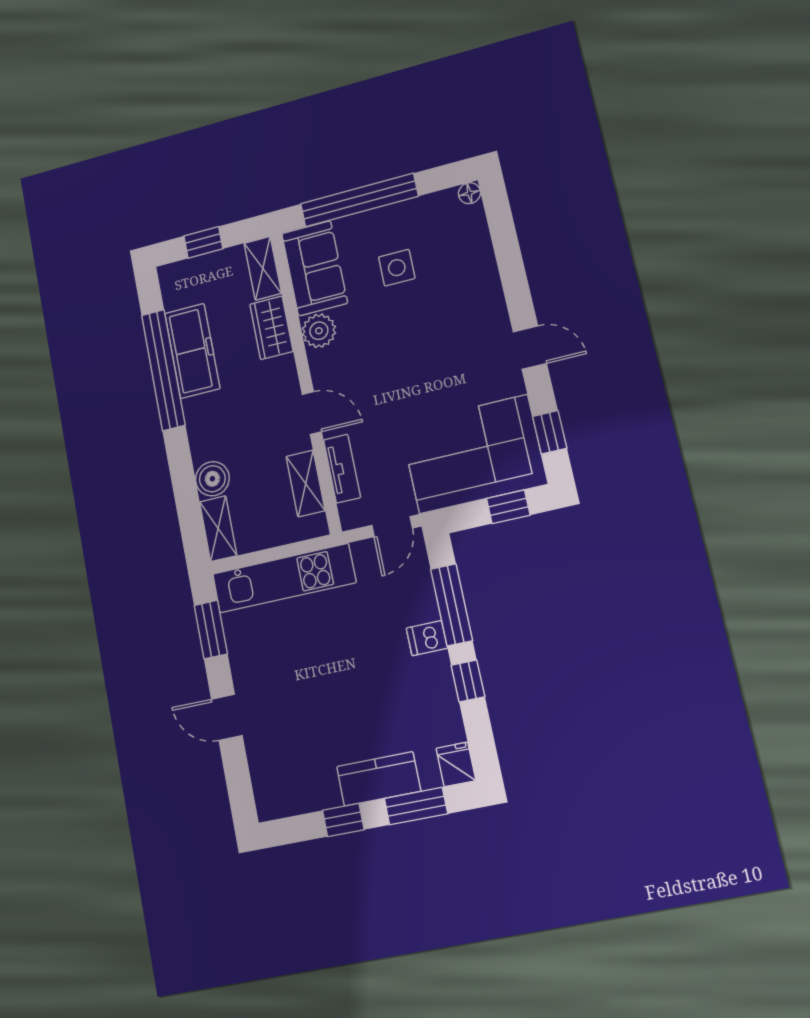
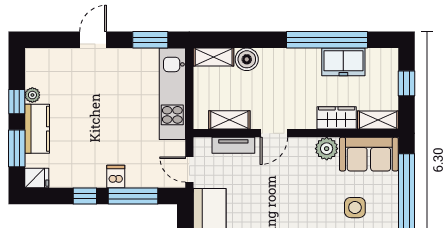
freezer: (192, 351) -> (343, 62), width x0.71
plant: (328, 797) -> (32, 95), added

